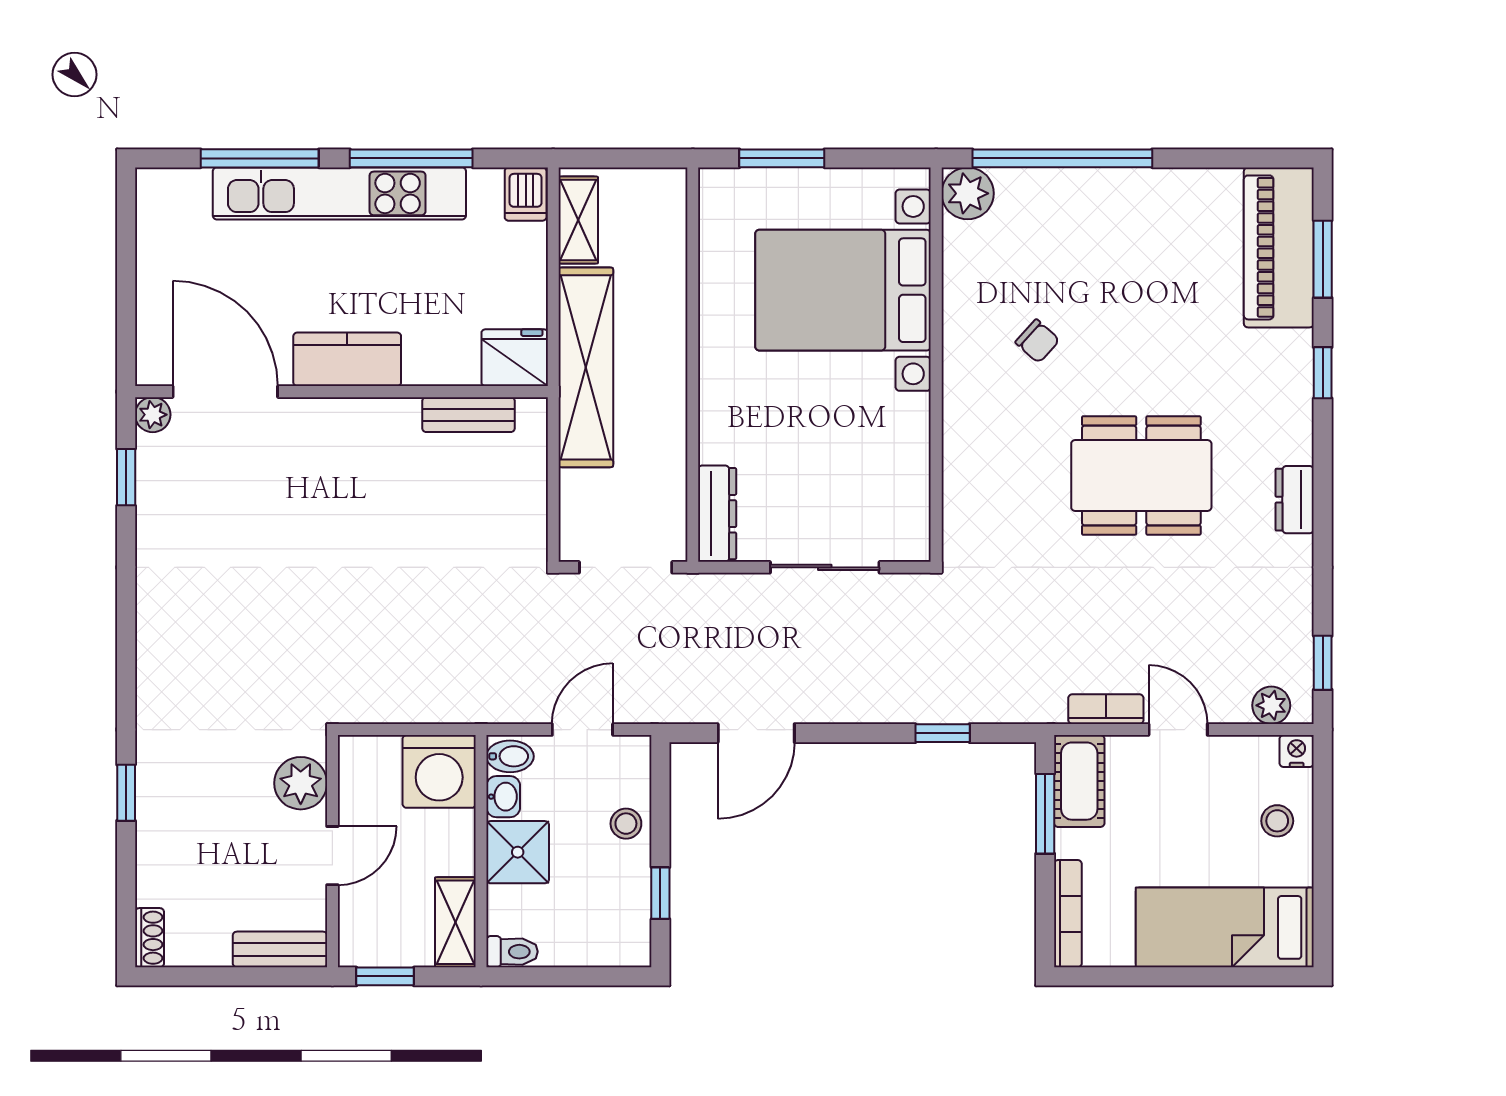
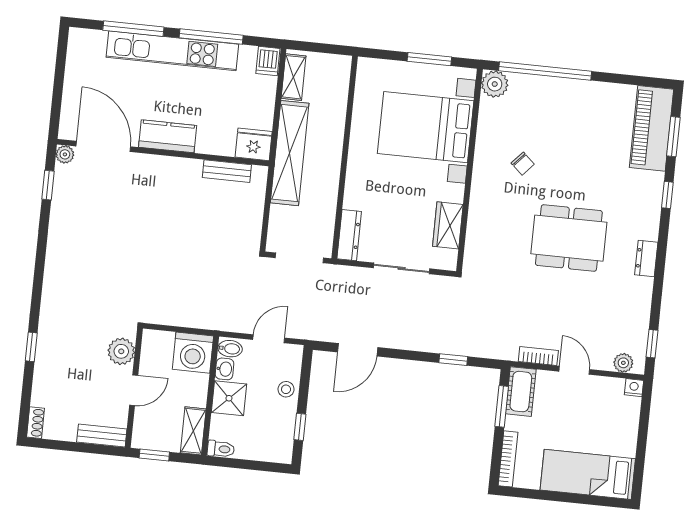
window: (782, 158) -> (429, 59), moved
wardrobe: (905, 475) -> (448, 225), added
stool: (1277, 821) -> (620, 422), removed

